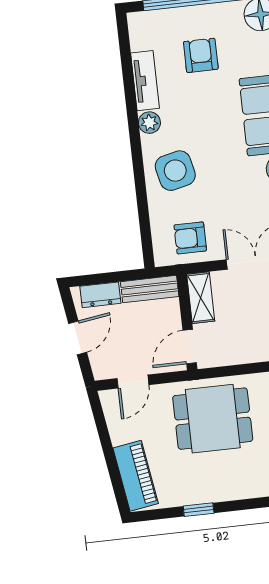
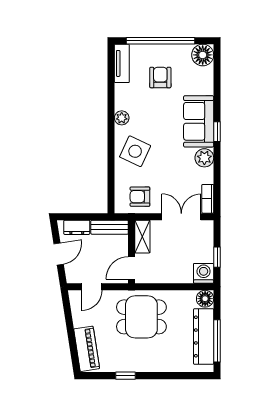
tv unit: (145, 81) -> (122, 63), moved
side table: (175, 171) -> (135, 151), turned 38

